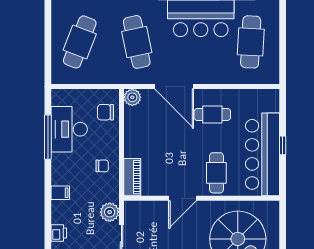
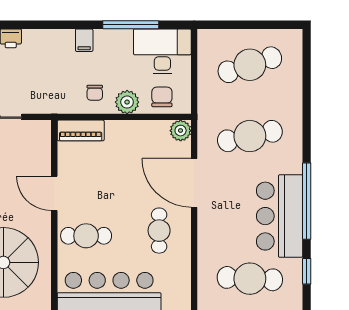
cafe table: (80, 42) -> (250, 65), turned -39
door: (174, 86) -> (194, 183), hinge flipped
desk: (69, 129) -> (162, 51), moved
filing cabinet: (60, 193) -> (84, 40), moved
plant: (110, 212) -> (127, 102), moved

